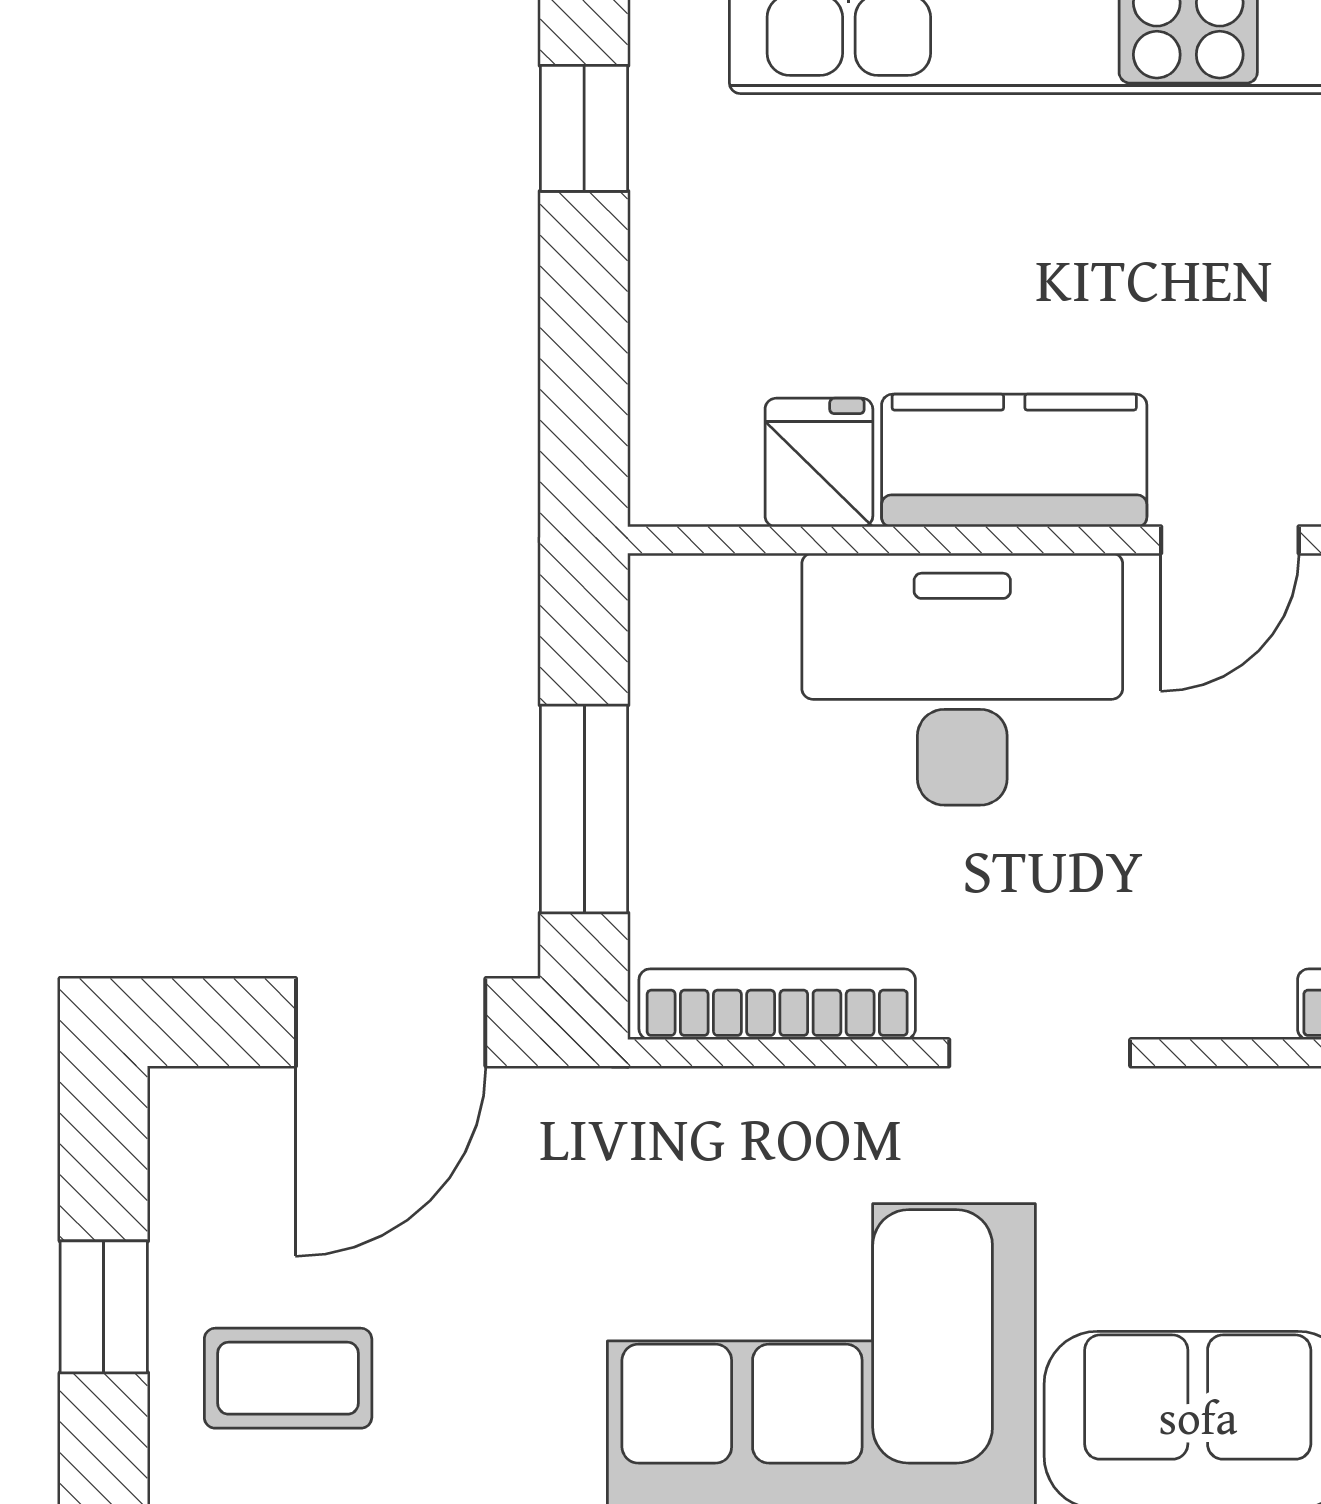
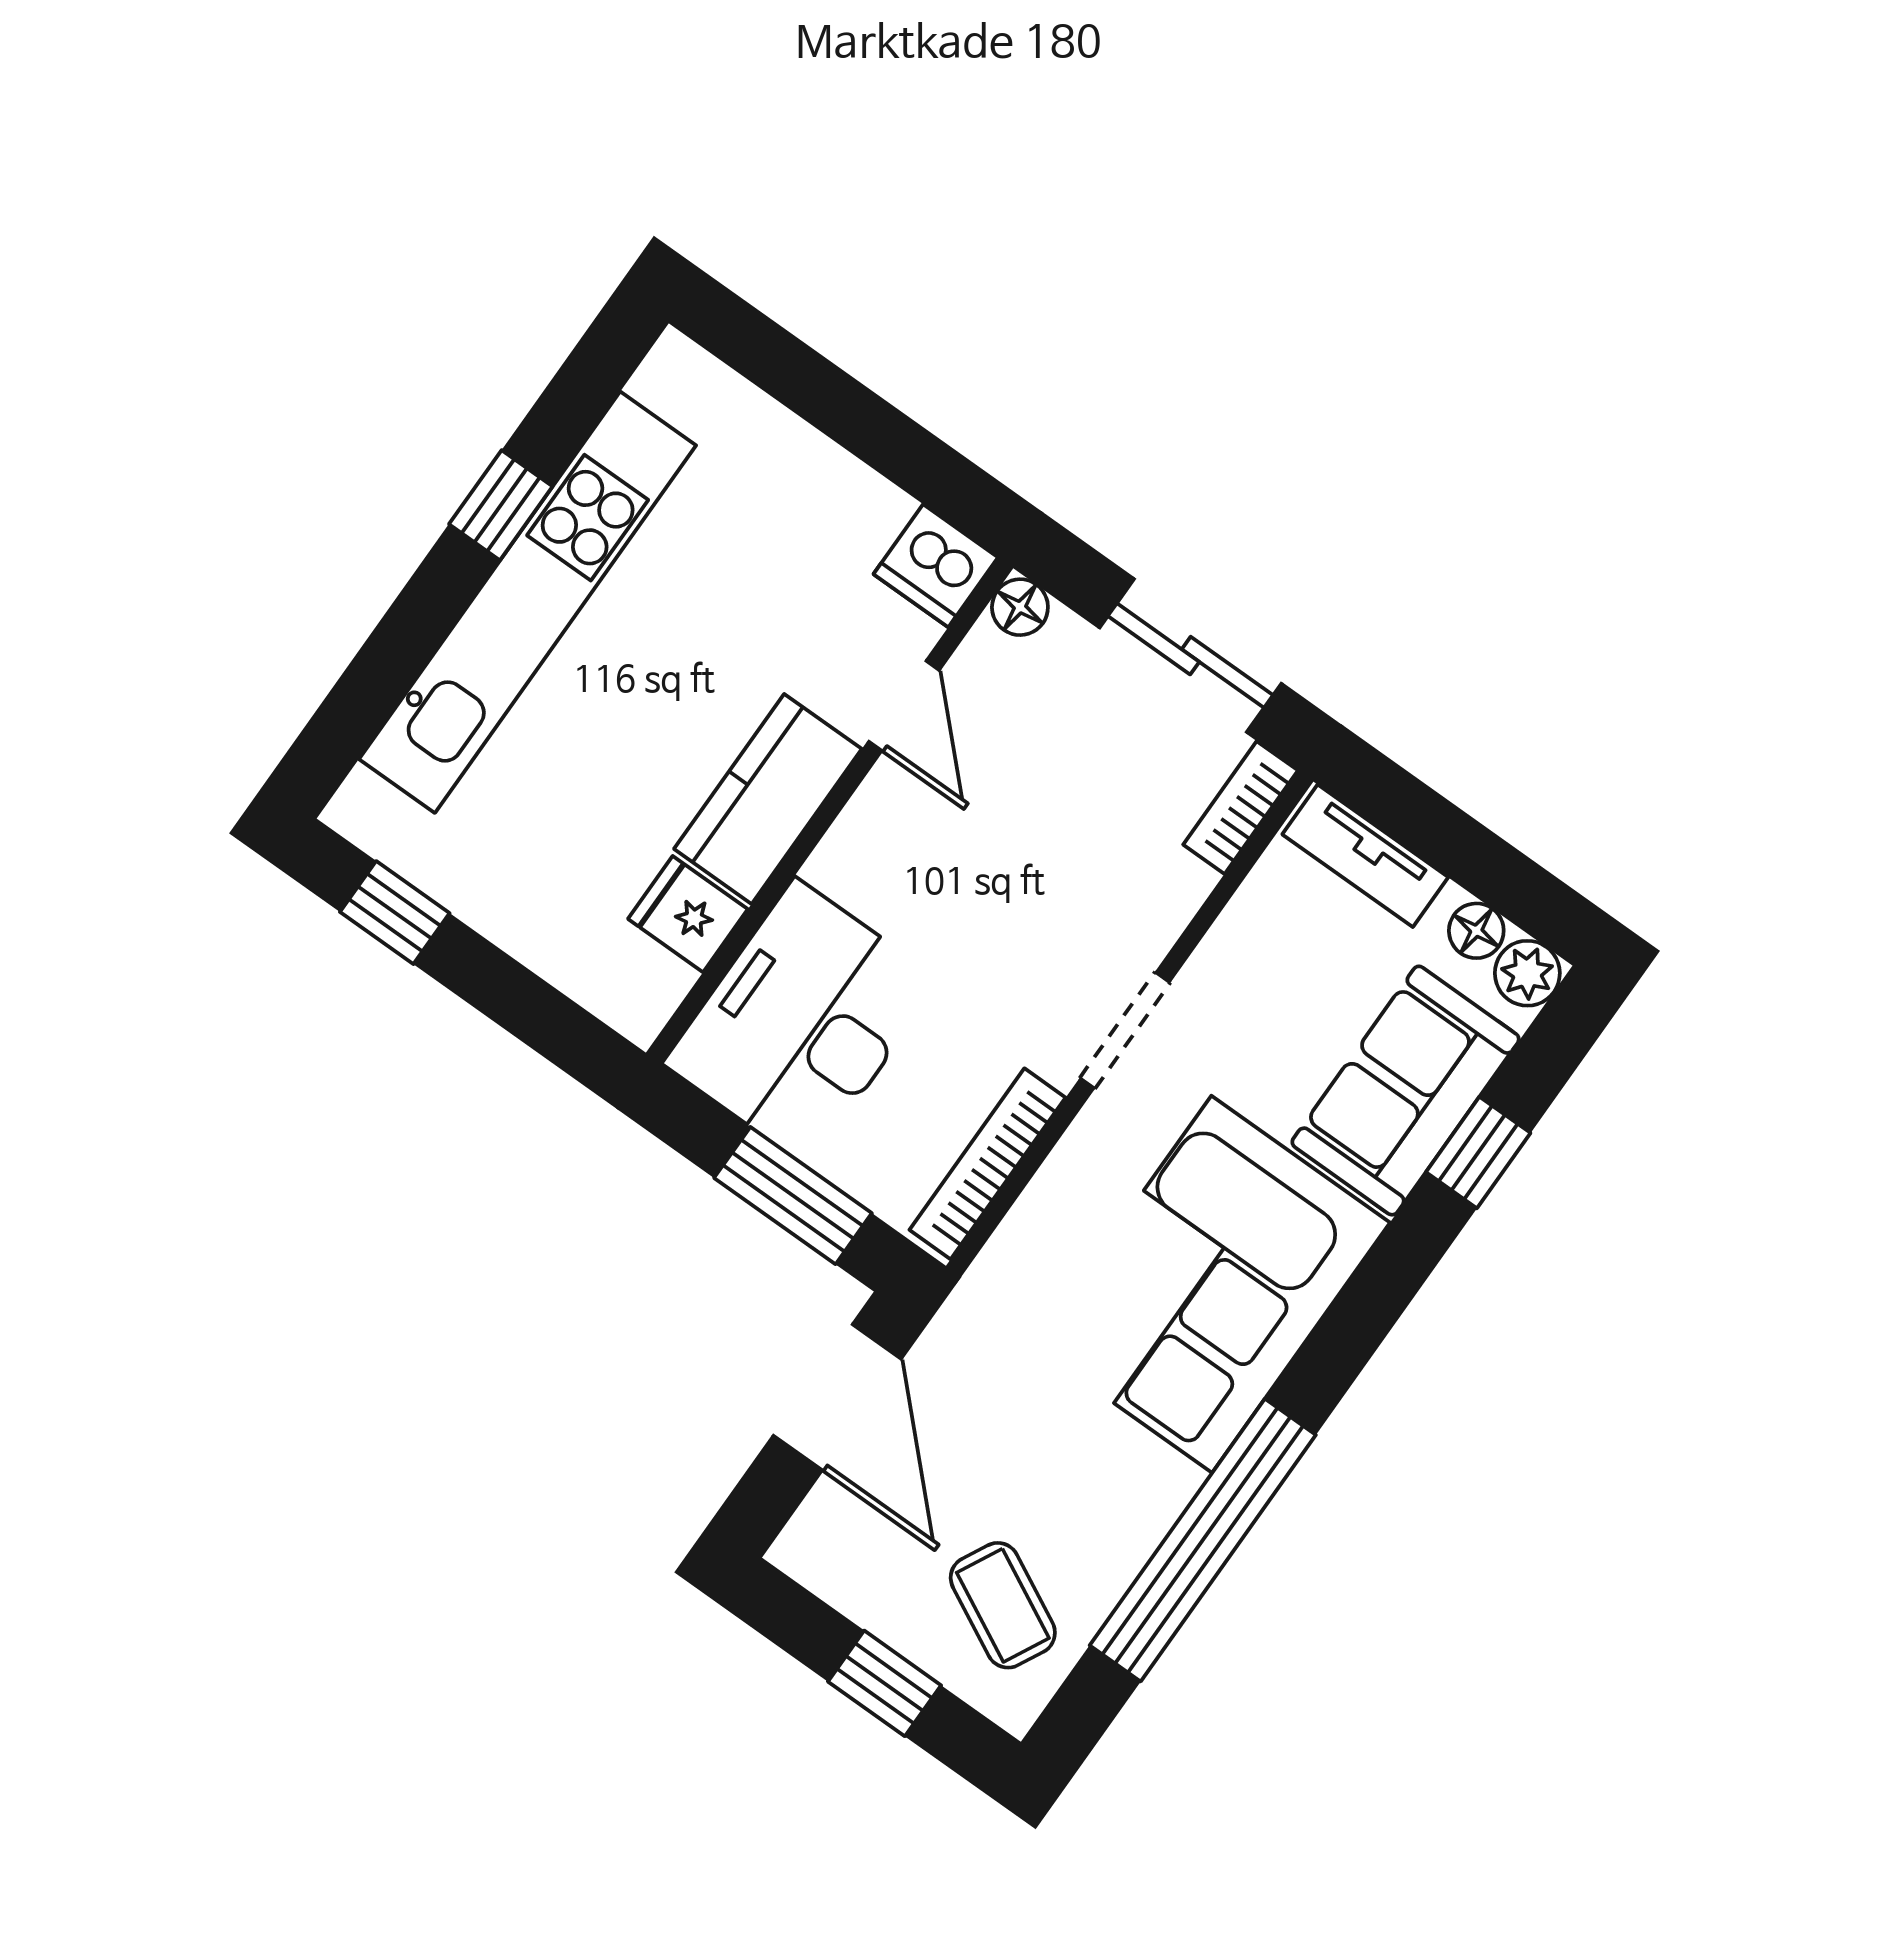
desk: (962, 679) -> (802, 1022), moved
coffee table: (288, 1378) -> (1003, 1605), turned -63

